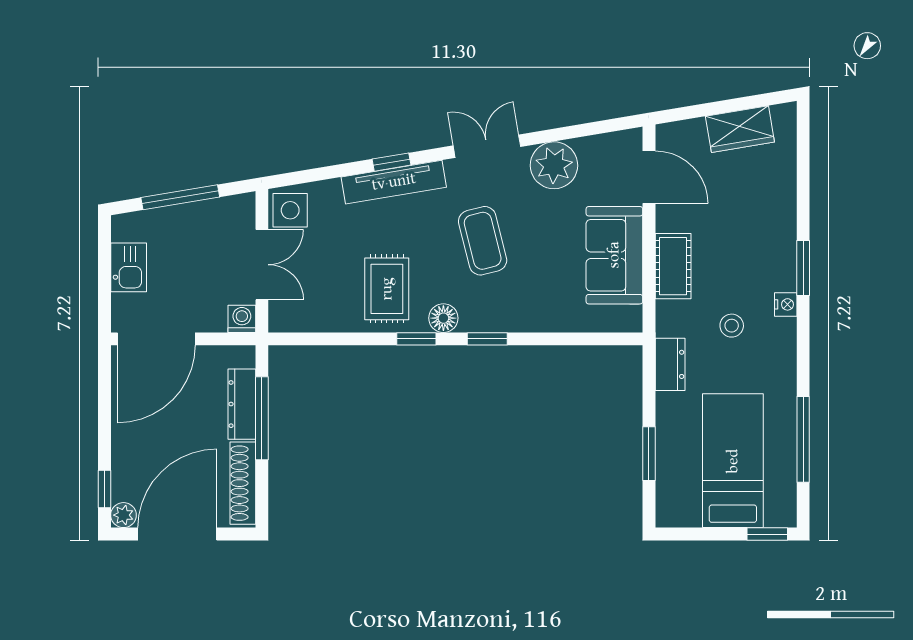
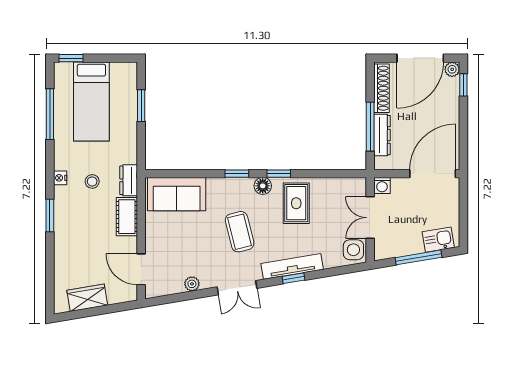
plant: (554, 165) -> (192, 284), width x0.53, depth x0.53
sofa: (614, 255) -> (177, 194), moved, turned 90
kitchen sink: (129, 267) -> (438, 240), moved, turned 81
nightstand: (786, 304) -> (60, 178), moved
dresser: (670, 364) -> (129, 180), moved

